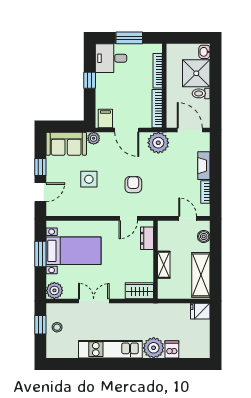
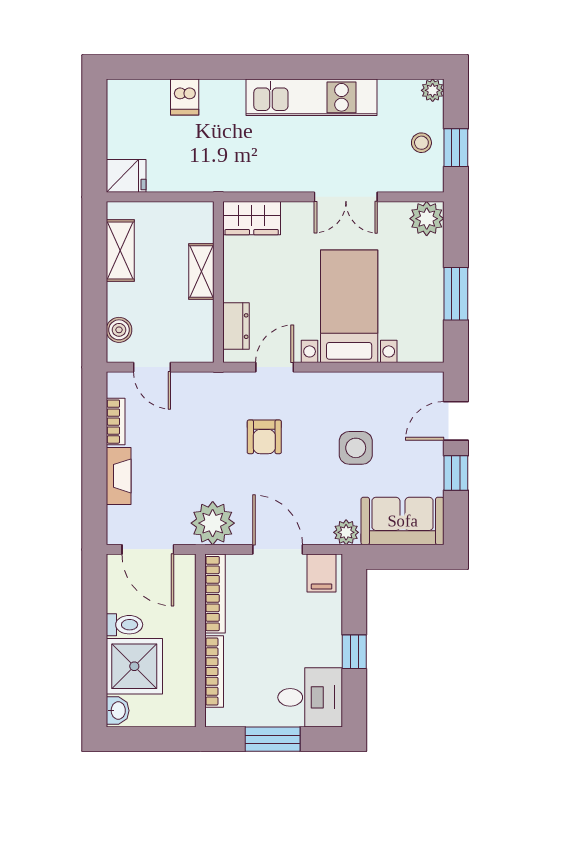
bed with nightstands: (73, 251) -> (349, 306), moved, turned 90
shelving: (201, 275) -> (120, 251), width x0.67, depth x0.75
plant: (154, 348) -> (433, 90), moved, width x0.53, depth x0.53

